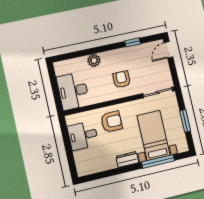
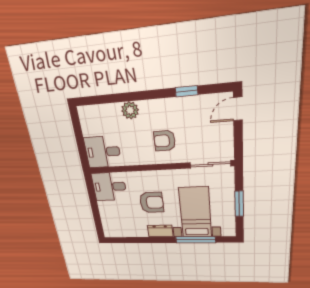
armchair: (122, 79) -> (165, 141), turned -90
desk: (73, 91) -> (103, 152), width x0.73
armchair: (111, 122) -> (152, 202), moved
desk: (83, 135) -> (109, 187), moved

